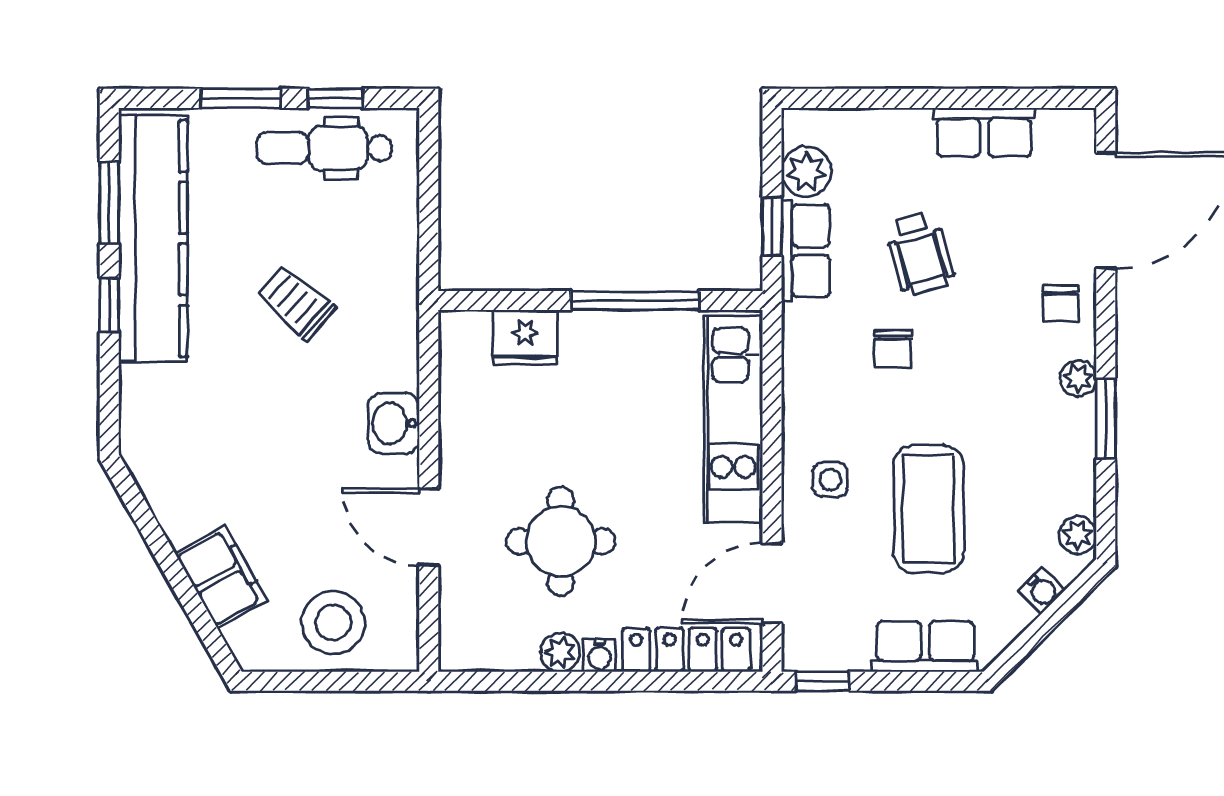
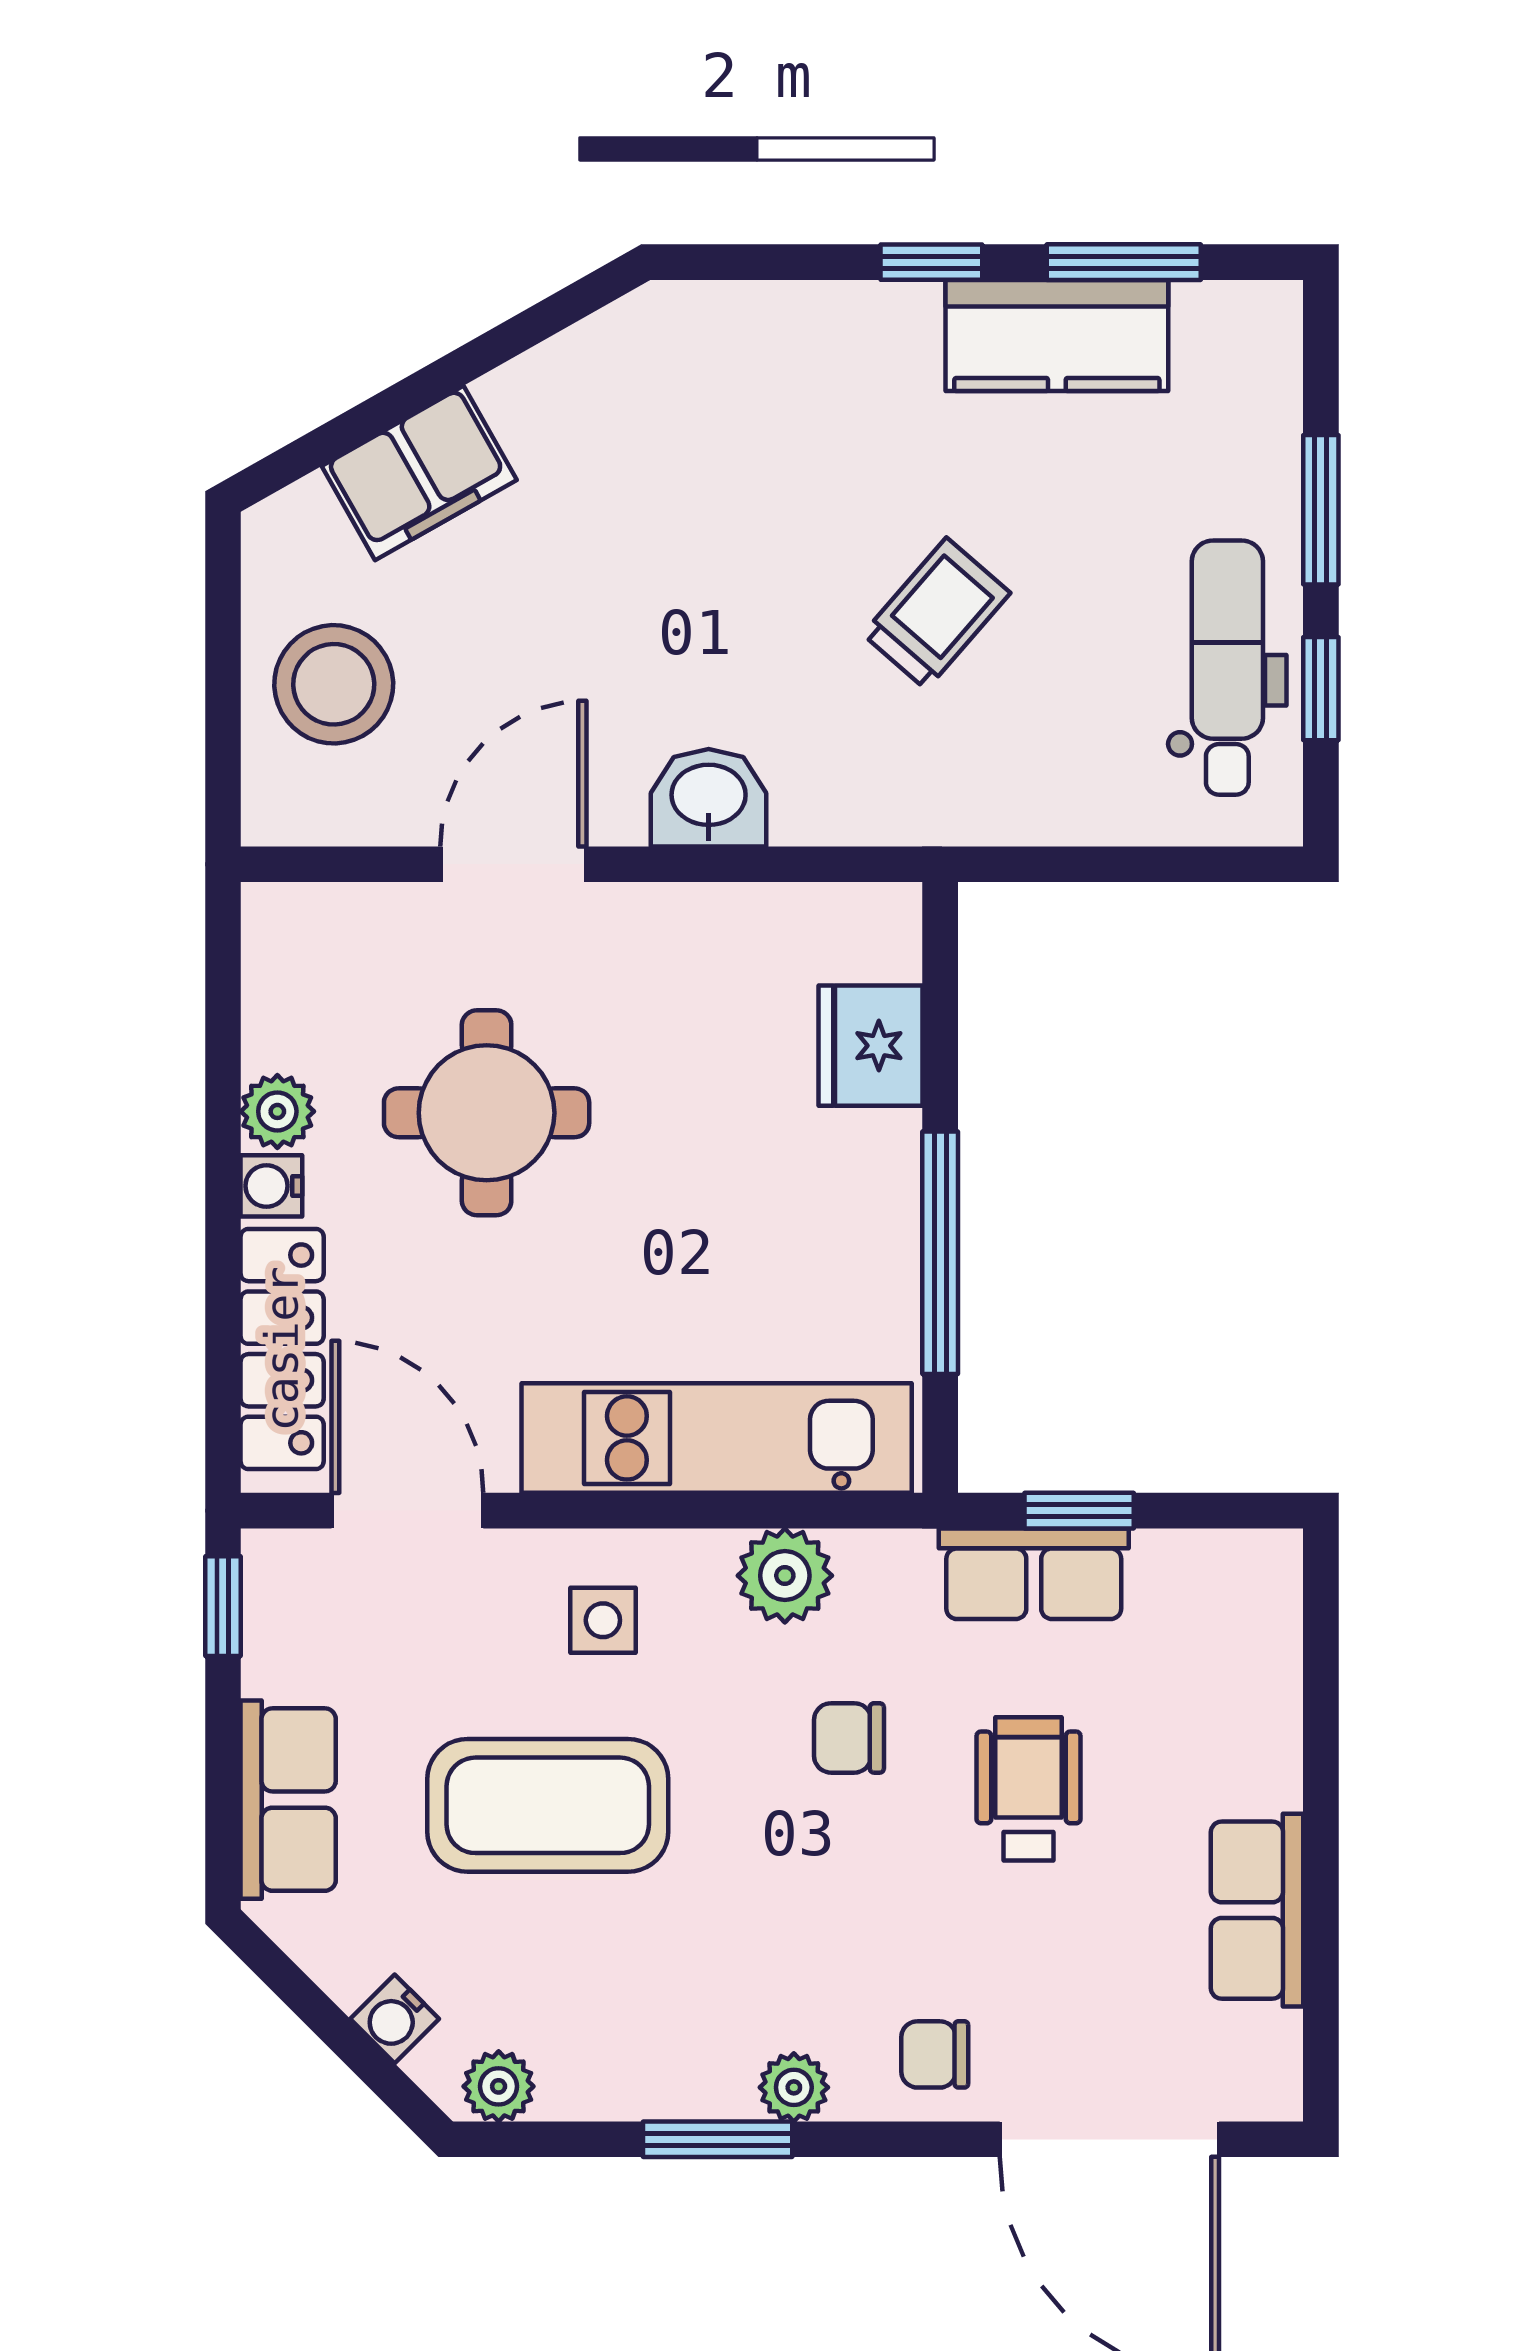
plant: (806, 172) -> (785, 1576), moved
kitchen counter: (153, 239) -> (1057, 336), width x0.48, depth x0.86
wheelchair: (920, 254) -> (1028, 1789), turned 106

